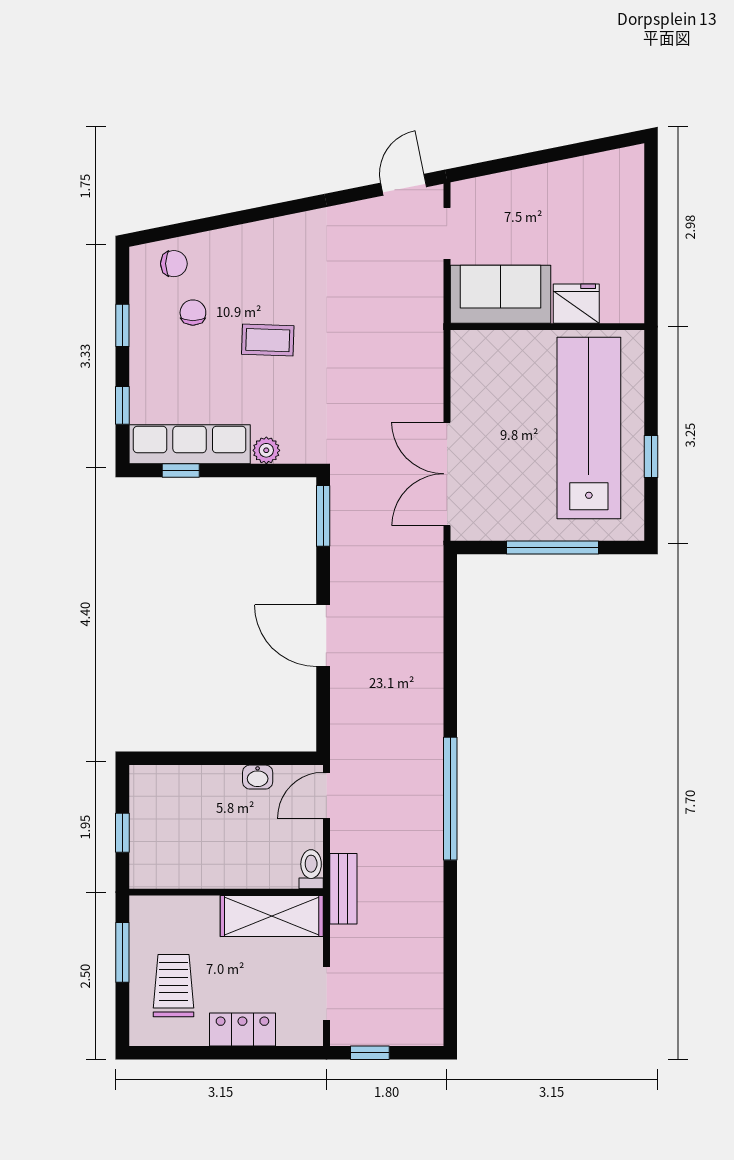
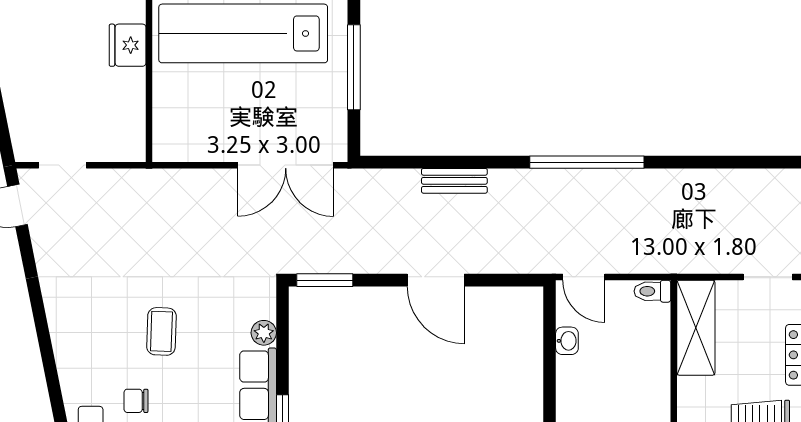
sofa: (501, 294) -> (119, 115), removed
door: (323, 636) -> (436, 280), hinge flipped
bench: (343, 889) -> (454, 181), moved

